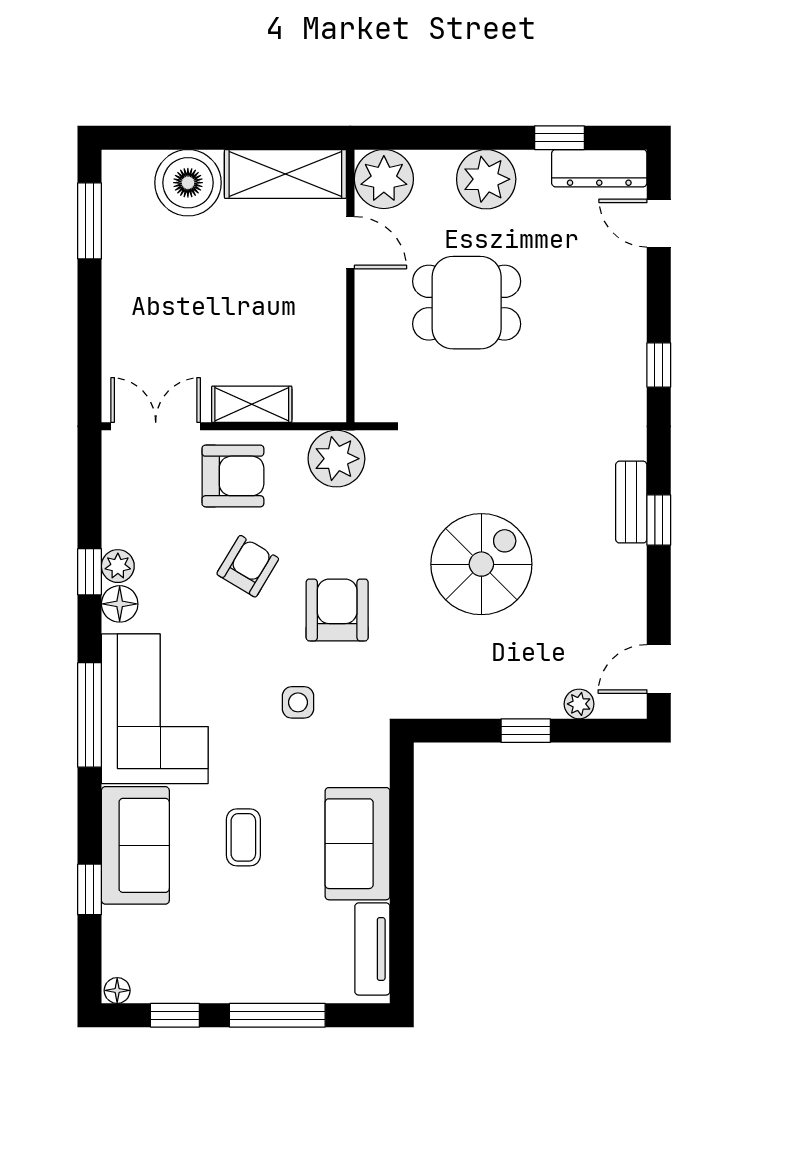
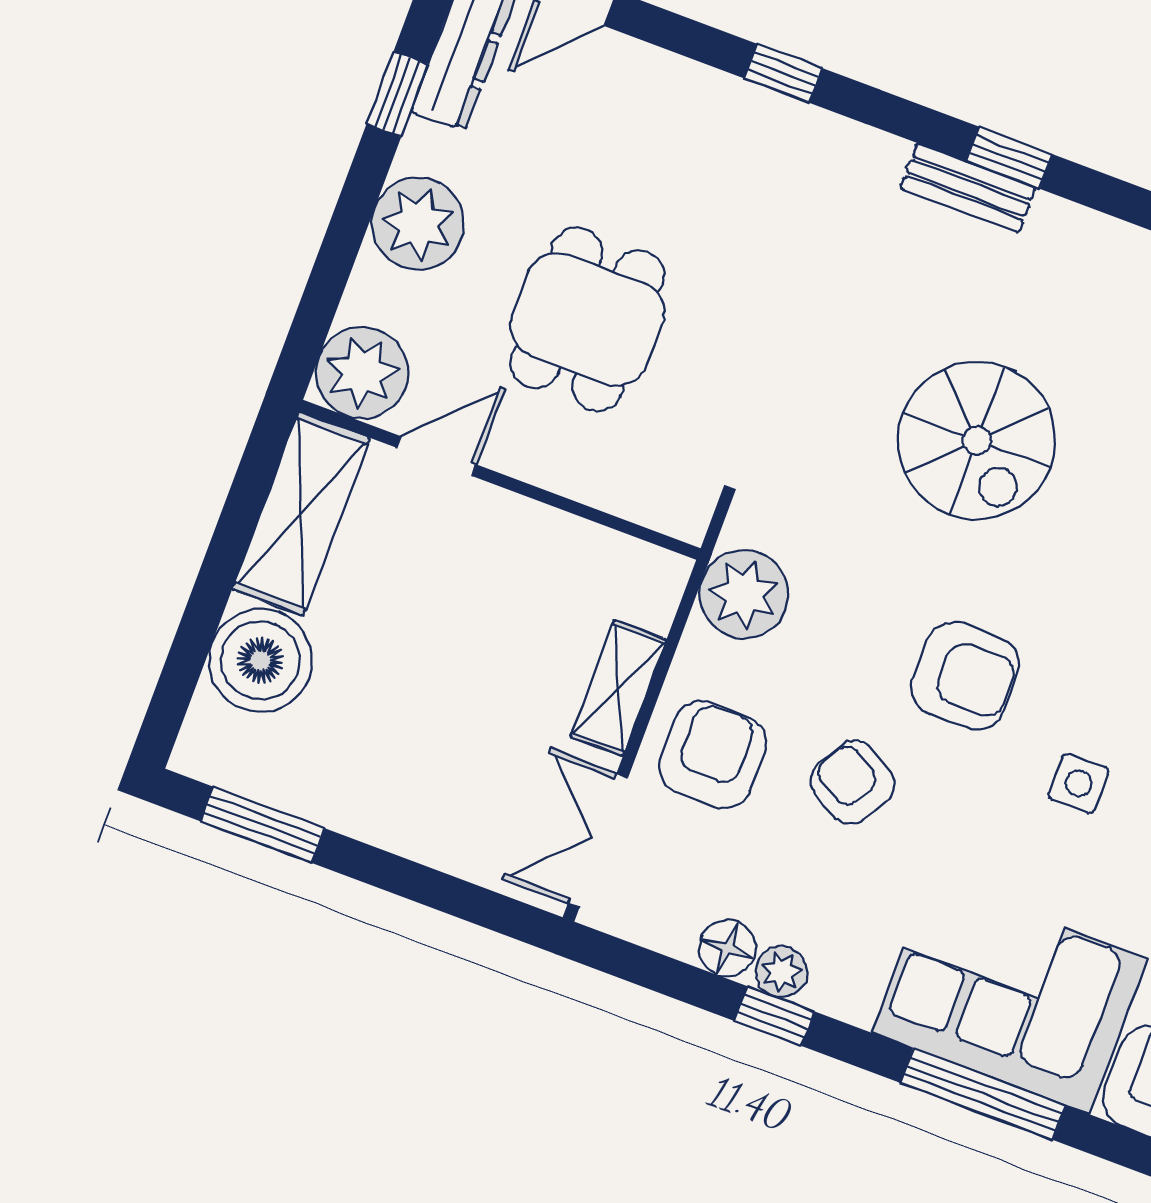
spiral stairs: (481, 564) -> (977, 440), turned 180
floor lamp: (120, 604) -> (727, 948), moved
armchair: (337, 610) -> (965, 676), turned 180

